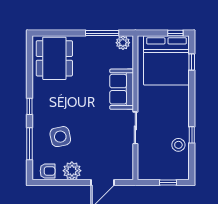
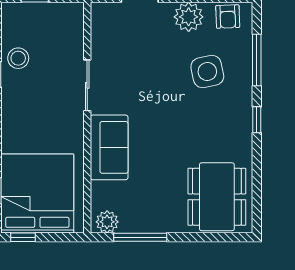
armchair: (48, 171) -> (228, 16), turned -92

